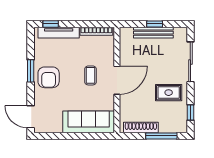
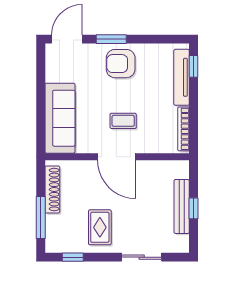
sliding door: (190, 62) -> (142, 257), width x0.73
window: (31, 71) -> (111, 39), moved

